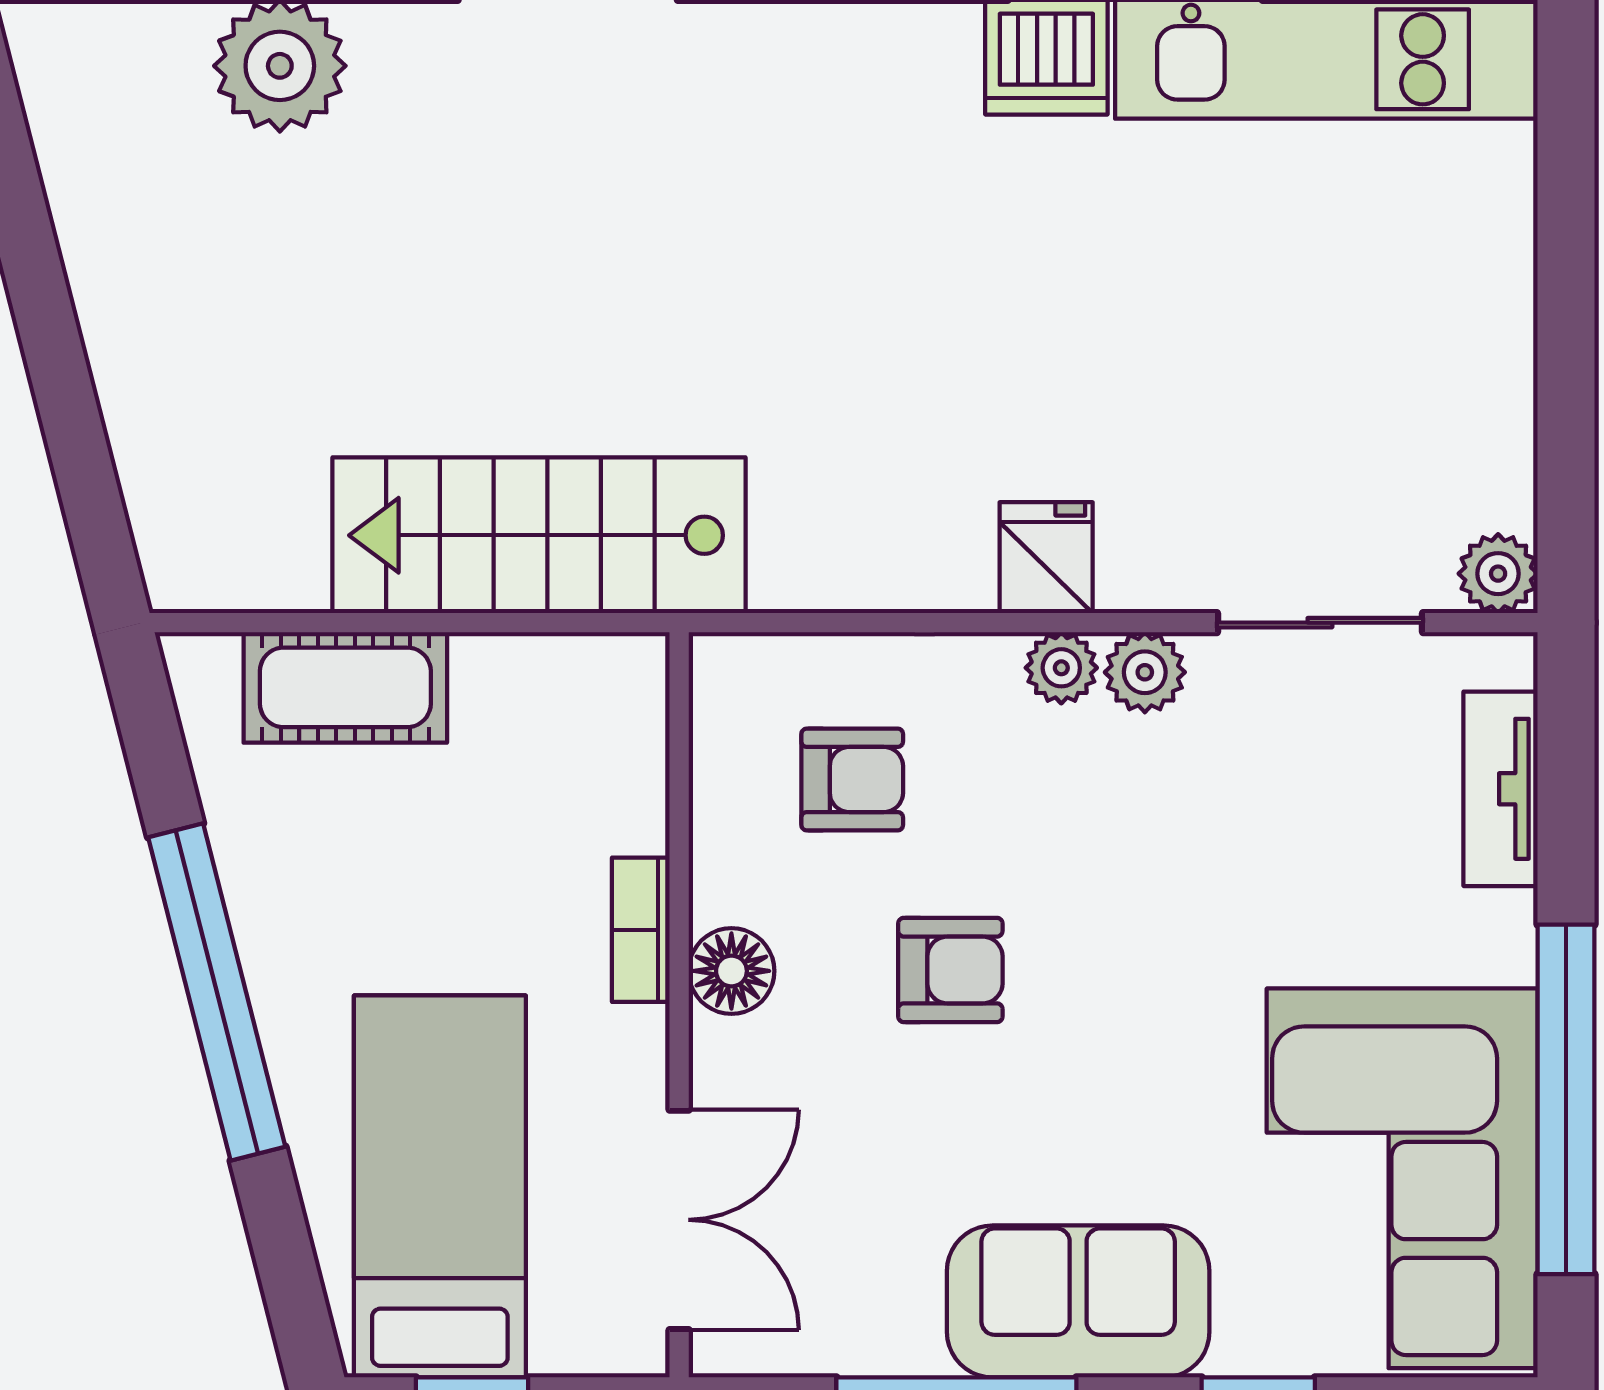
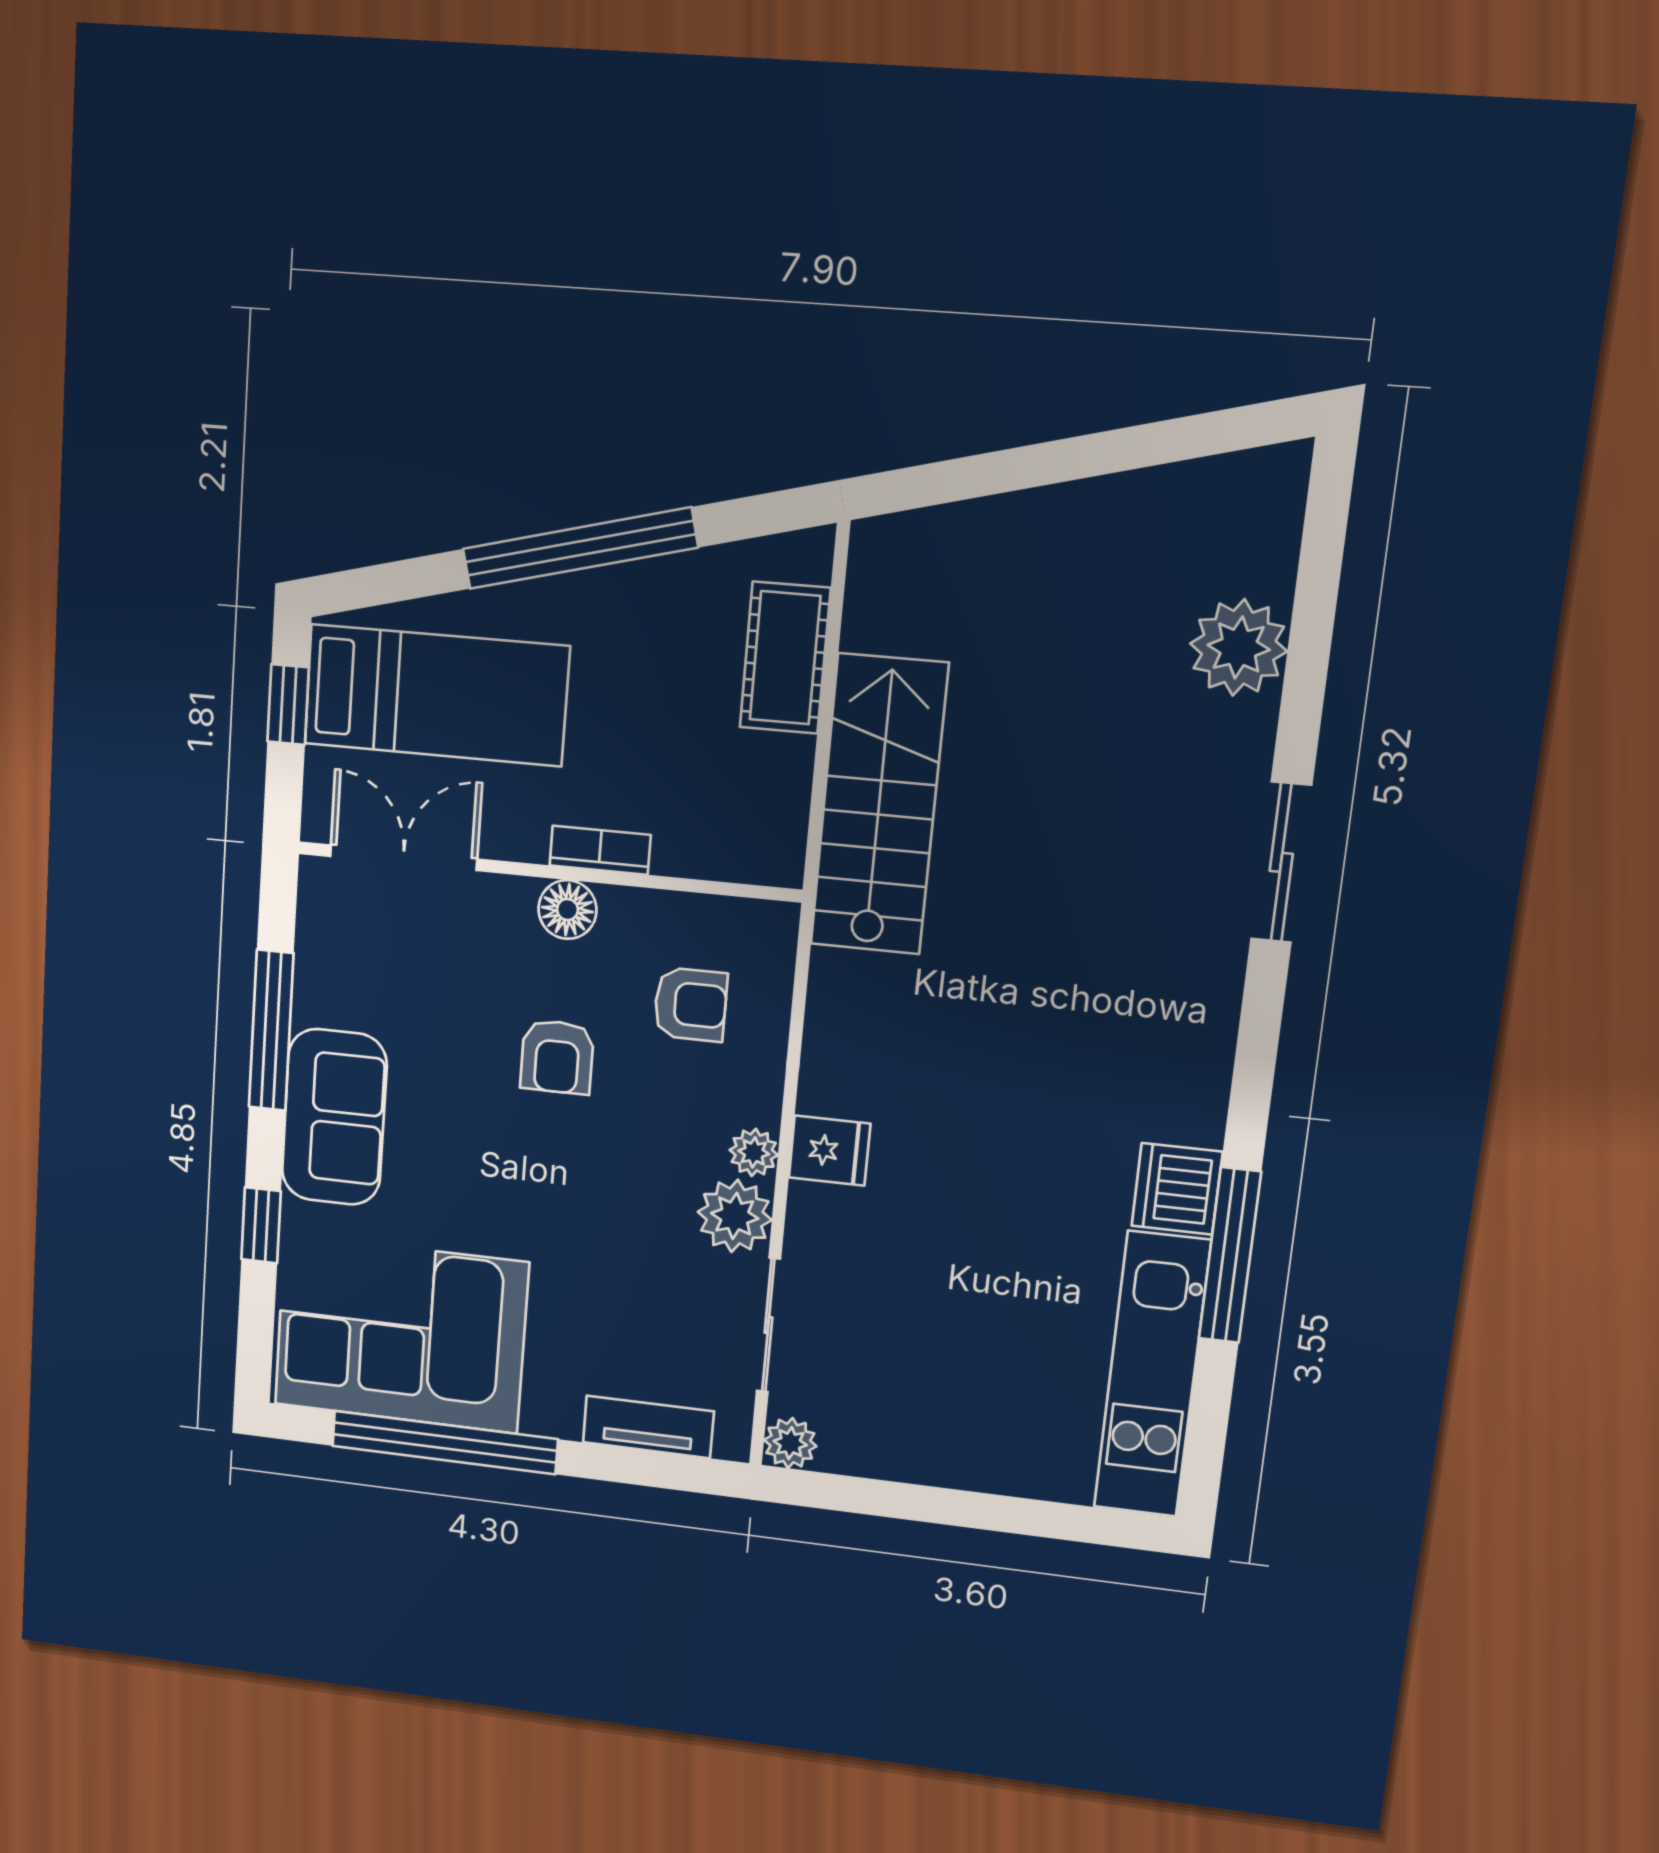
plant: (1145, 672) -> (735, 1216), width x1.38, depth x1.38
armchair: (852, 779) -> (690, 1004), turned -90
double door: (679, 1220) -> (403, 858), swing flipped

